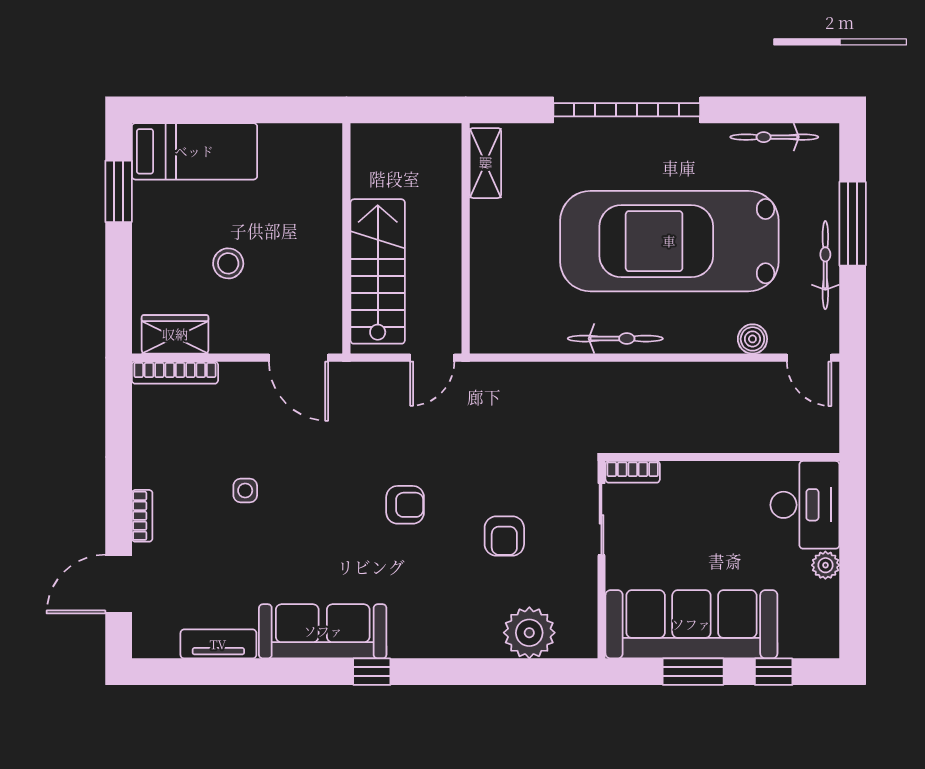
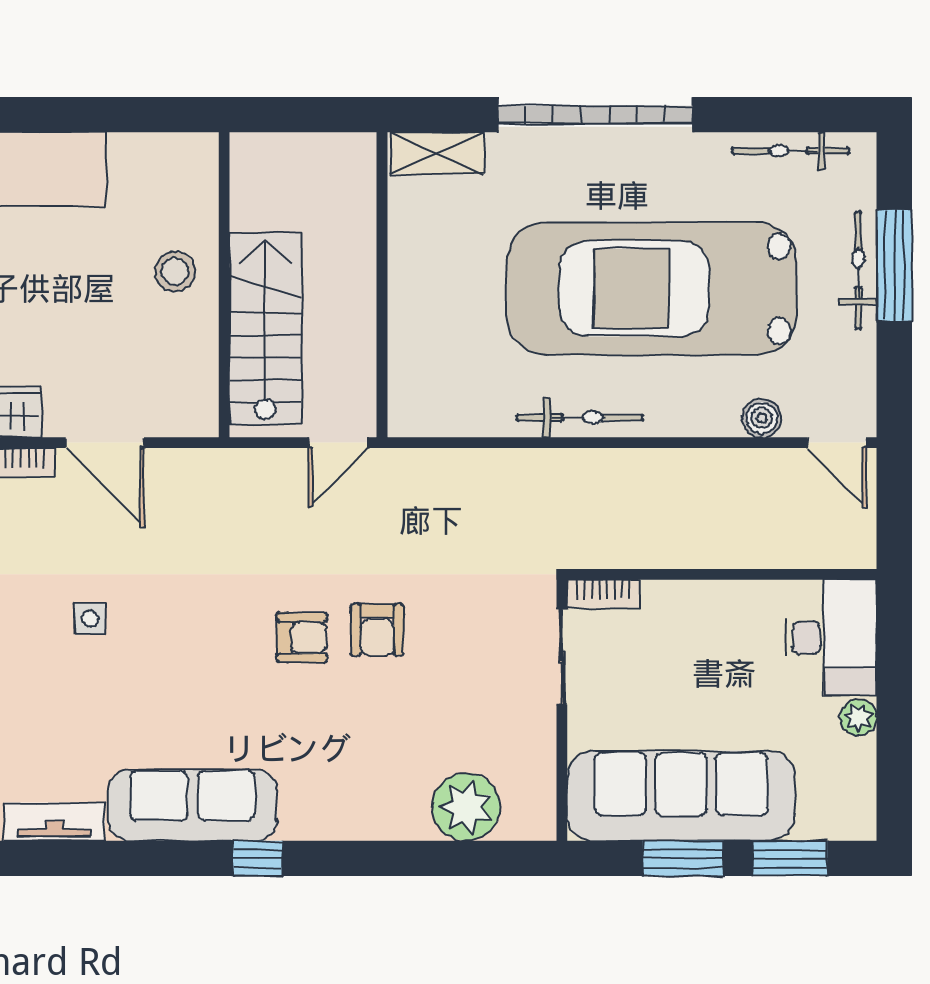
shelving: (485, 163) -> (437, 153), moved, turned 90
stool: (228, 263) -> (175, 272), moved
bicycle: (825, 265) -> (858, 270), moved
door: (298, 358) -> (105, 443), moved
armchair: (504, 536) -> (377, 630), moved
window: (774, 672) -> (790, 858), width x1.50

